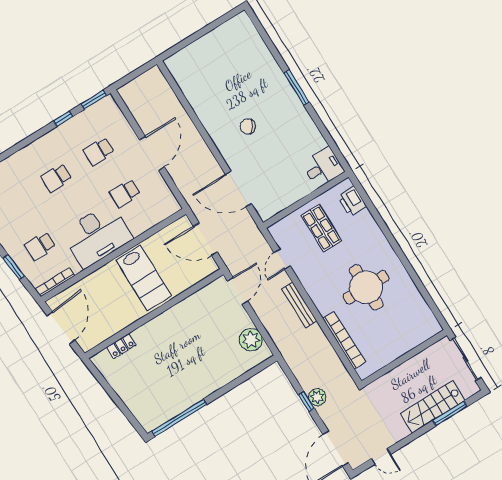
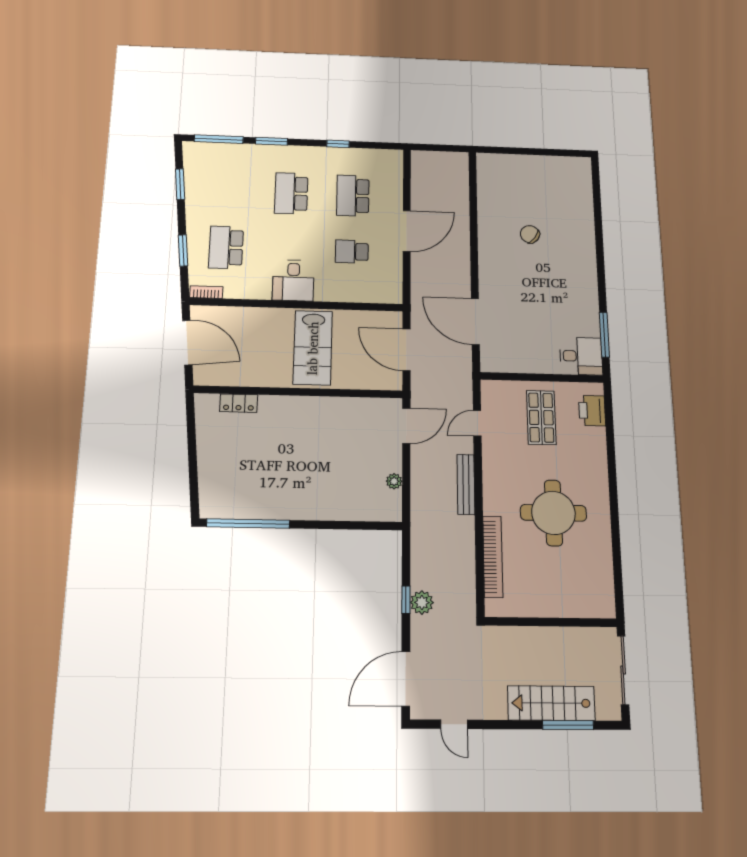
window: (296, 87) -> (604, 335), moved
window: (94, 100) -> (271, 141), moved
chair: (248, 126) -> (530, 234), moved
school desk: (99, 151) -> (353, 196), width x1.85
school desk: (56, 178) -> (291, 193), width x1.85
desk: (97, 235) -> (293, 280), width x0.53, depth x0.77
school desk: (40, 246) -> (226, 247), width x1.85
bookcase: (55, 282) -> (206, 292), width x0.64
door: (61, 328) -> (187, 343), hinge flipped
plant: (251, 340) -> (394, 481), width x0.53, depth x0.53

